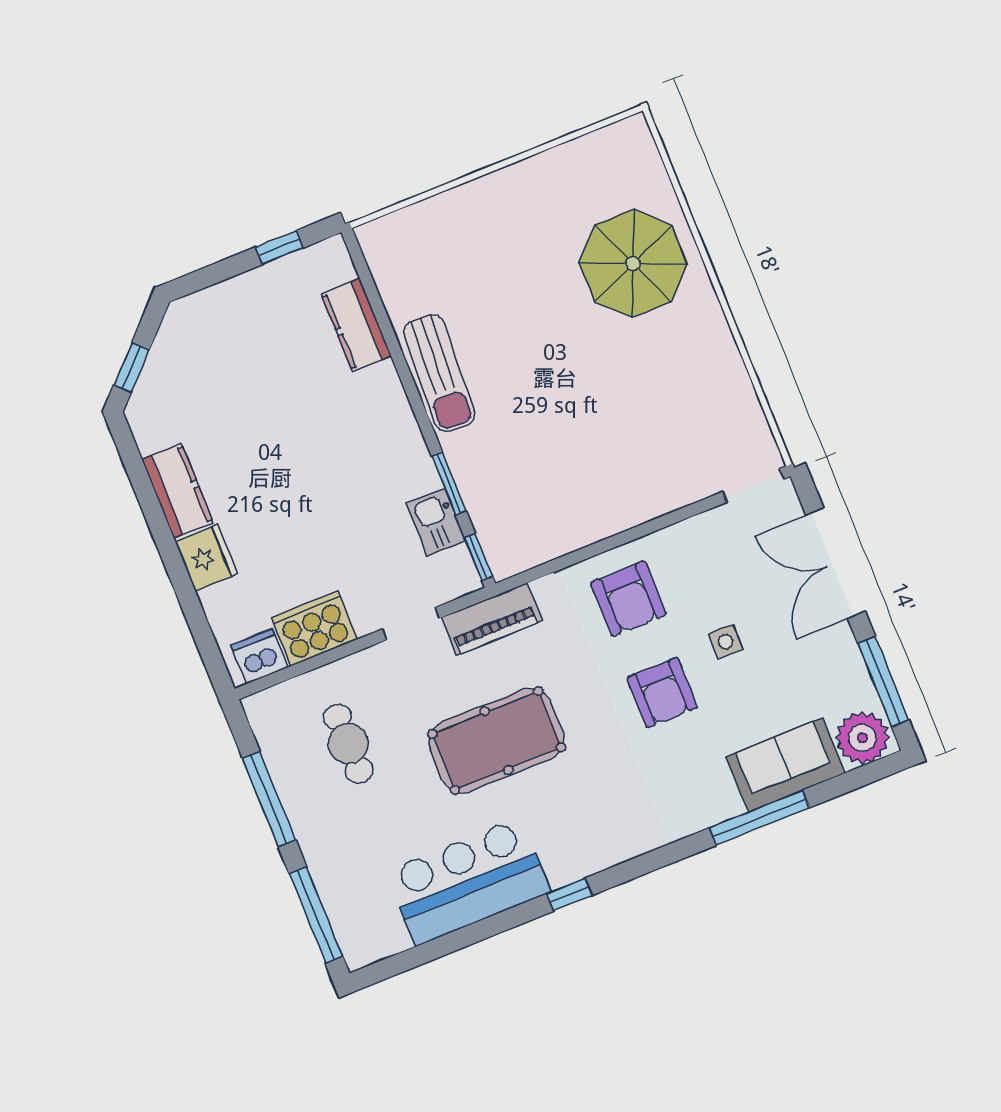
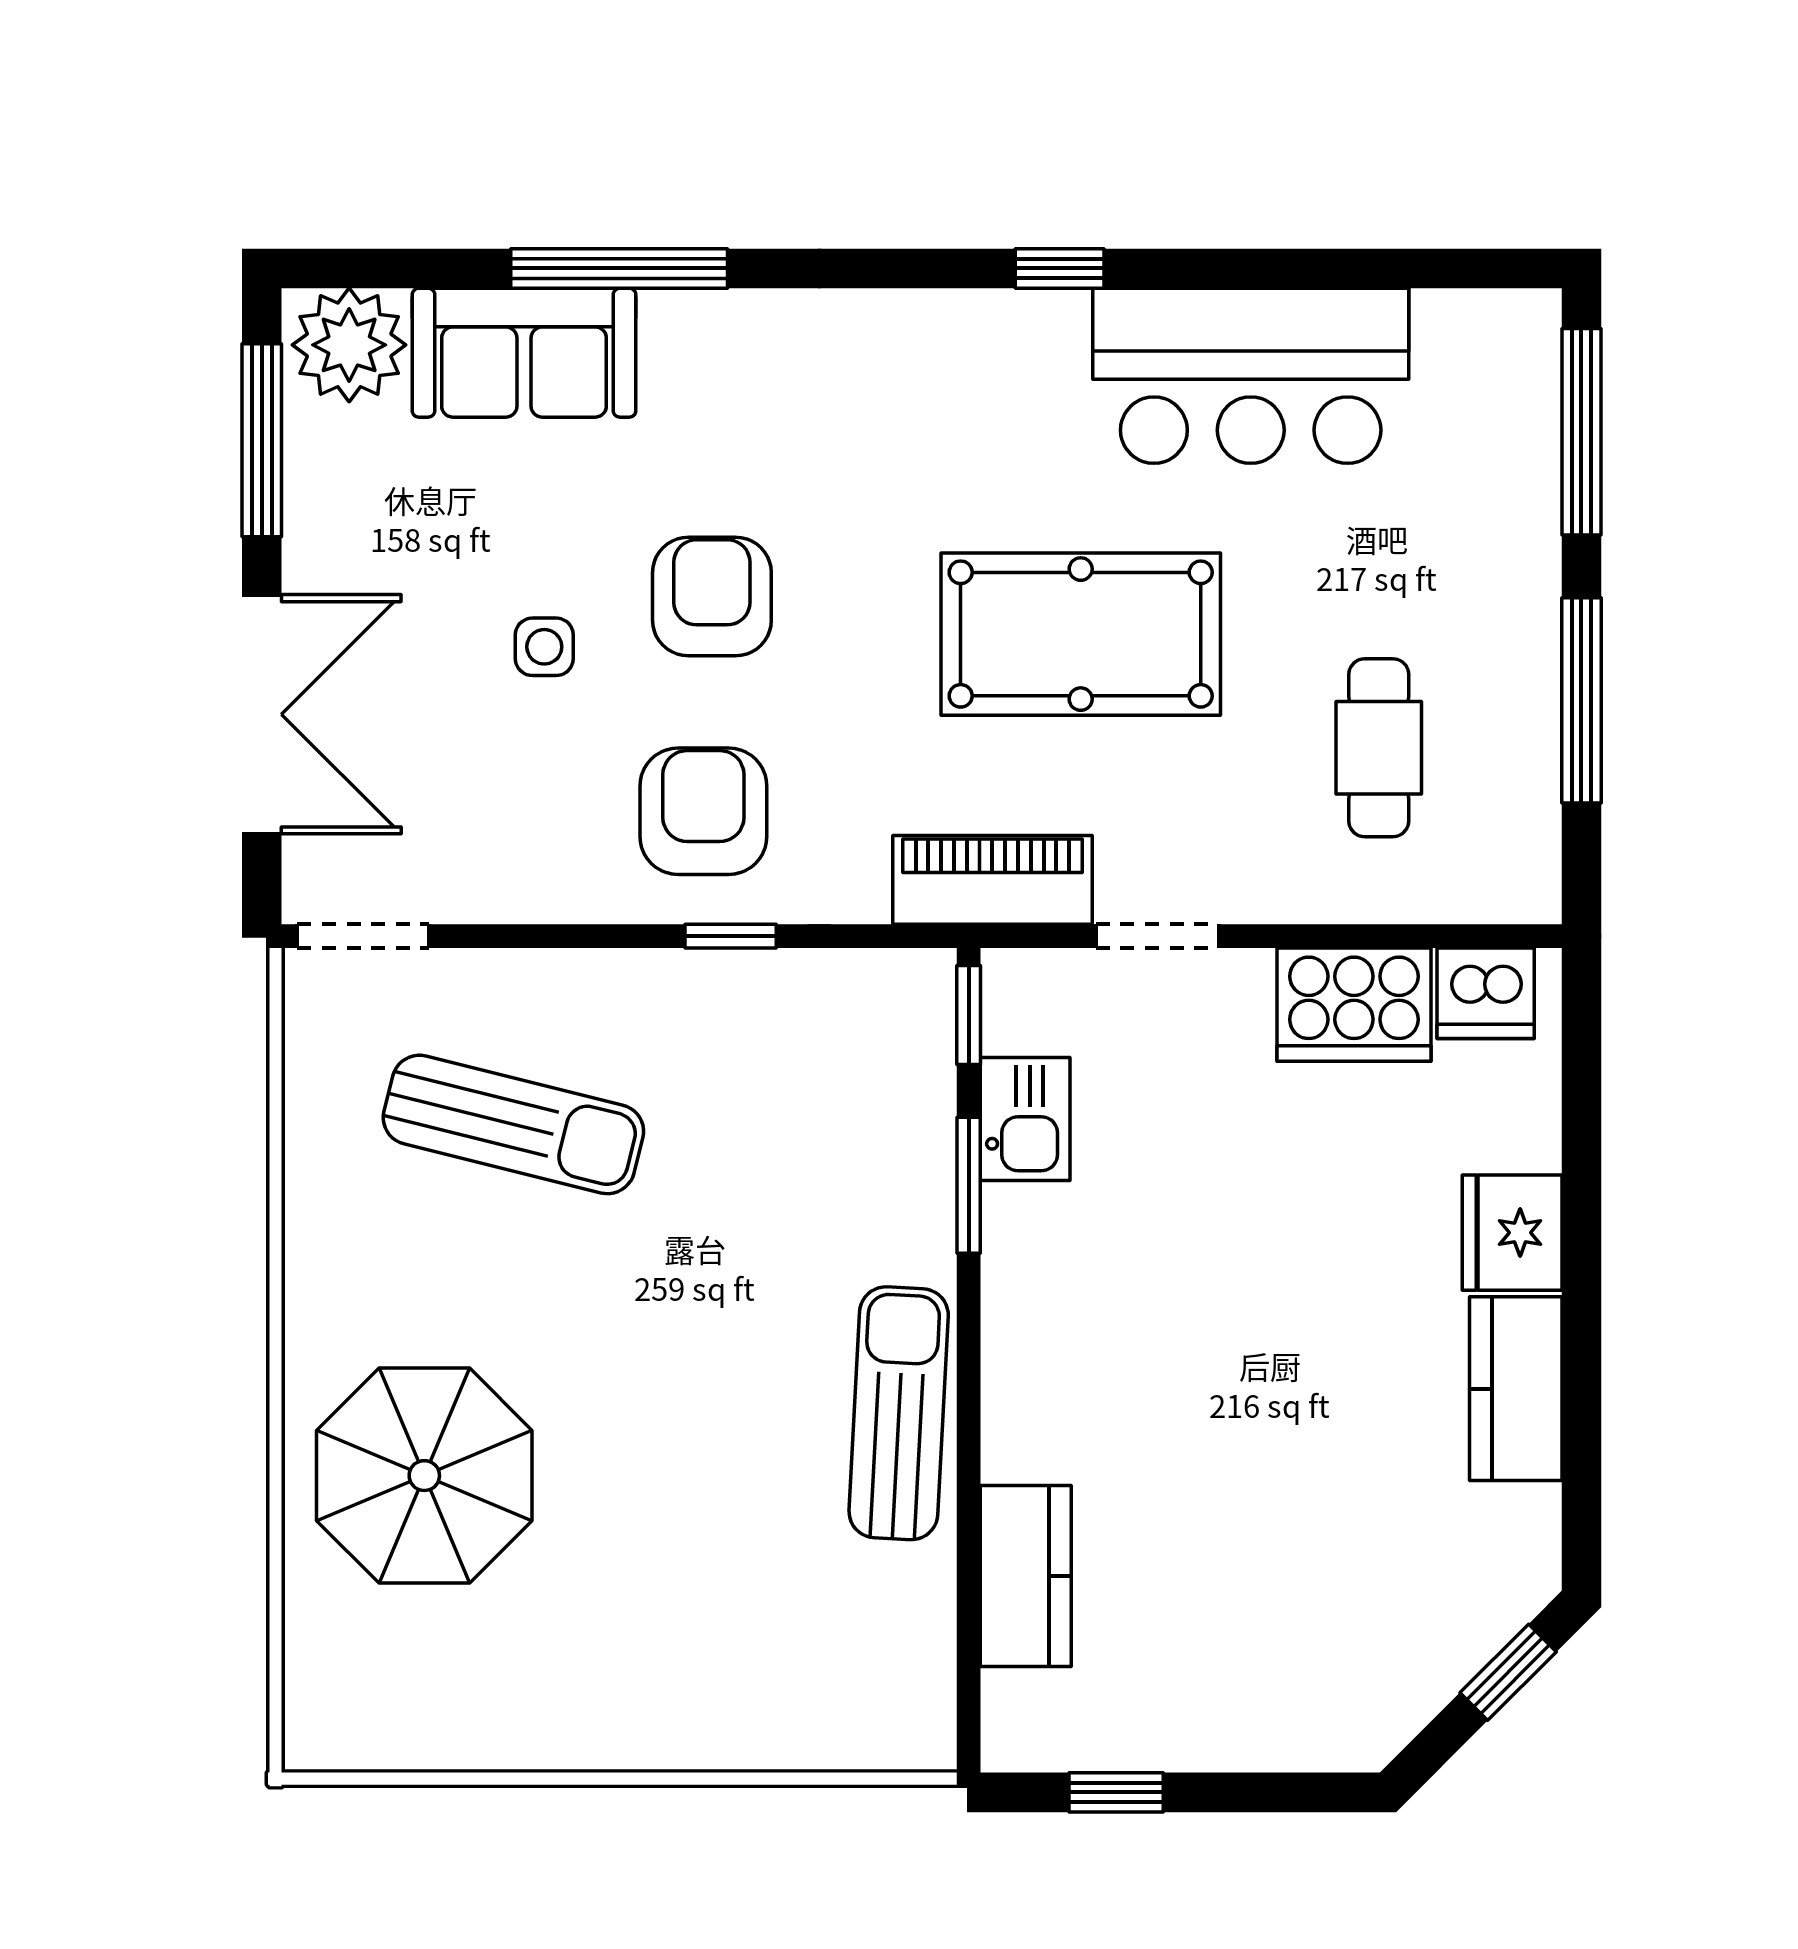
sun lounger: (656, 430) -> (513, 1124), added
window: (595, 549) -> (731, 936), added

